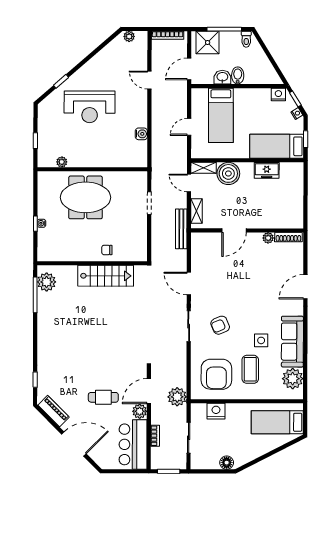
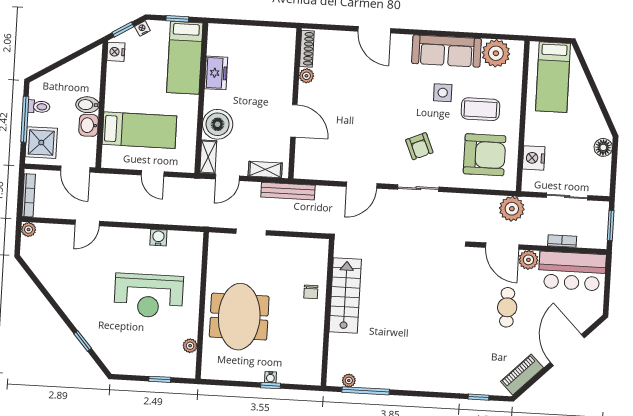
plant: (129, 36) -> (29, 230), moved
toilet: (246, 39) -> (39, 107), moved
reception desk: (90, 107) -> (149, 296), moved, turned 90
plant: (47, 282) -> (349, 380), width x0.53, depth x0.53

